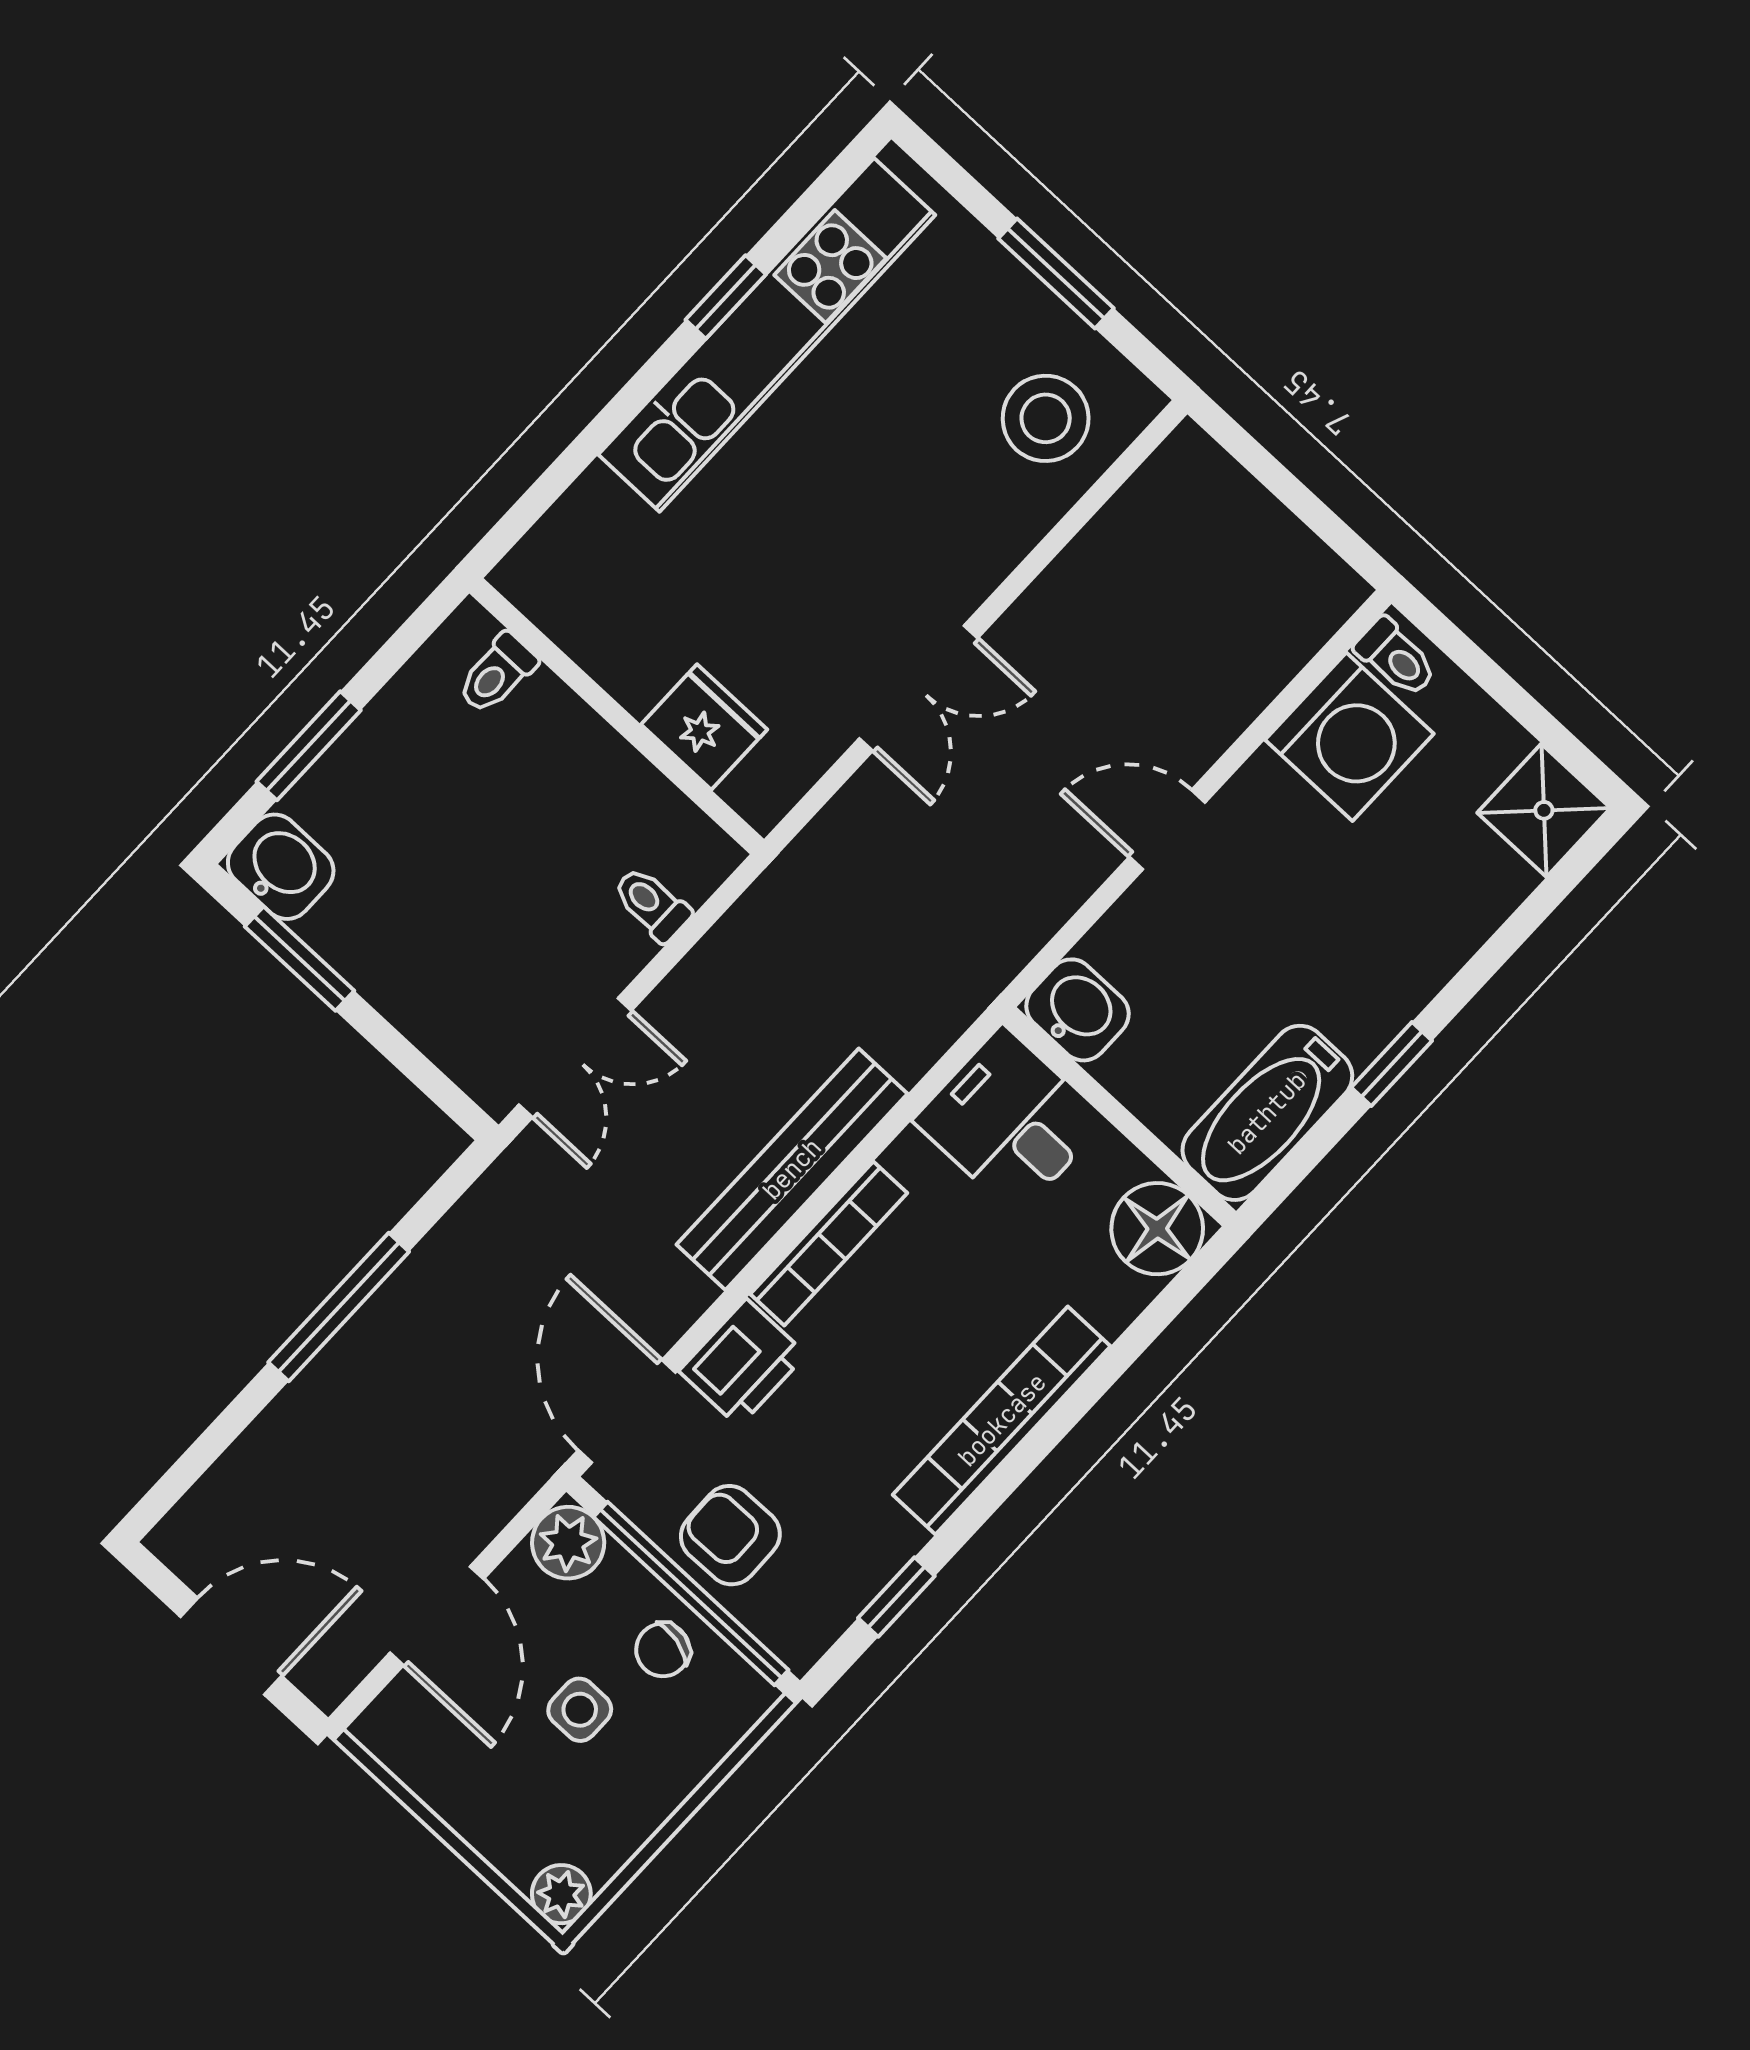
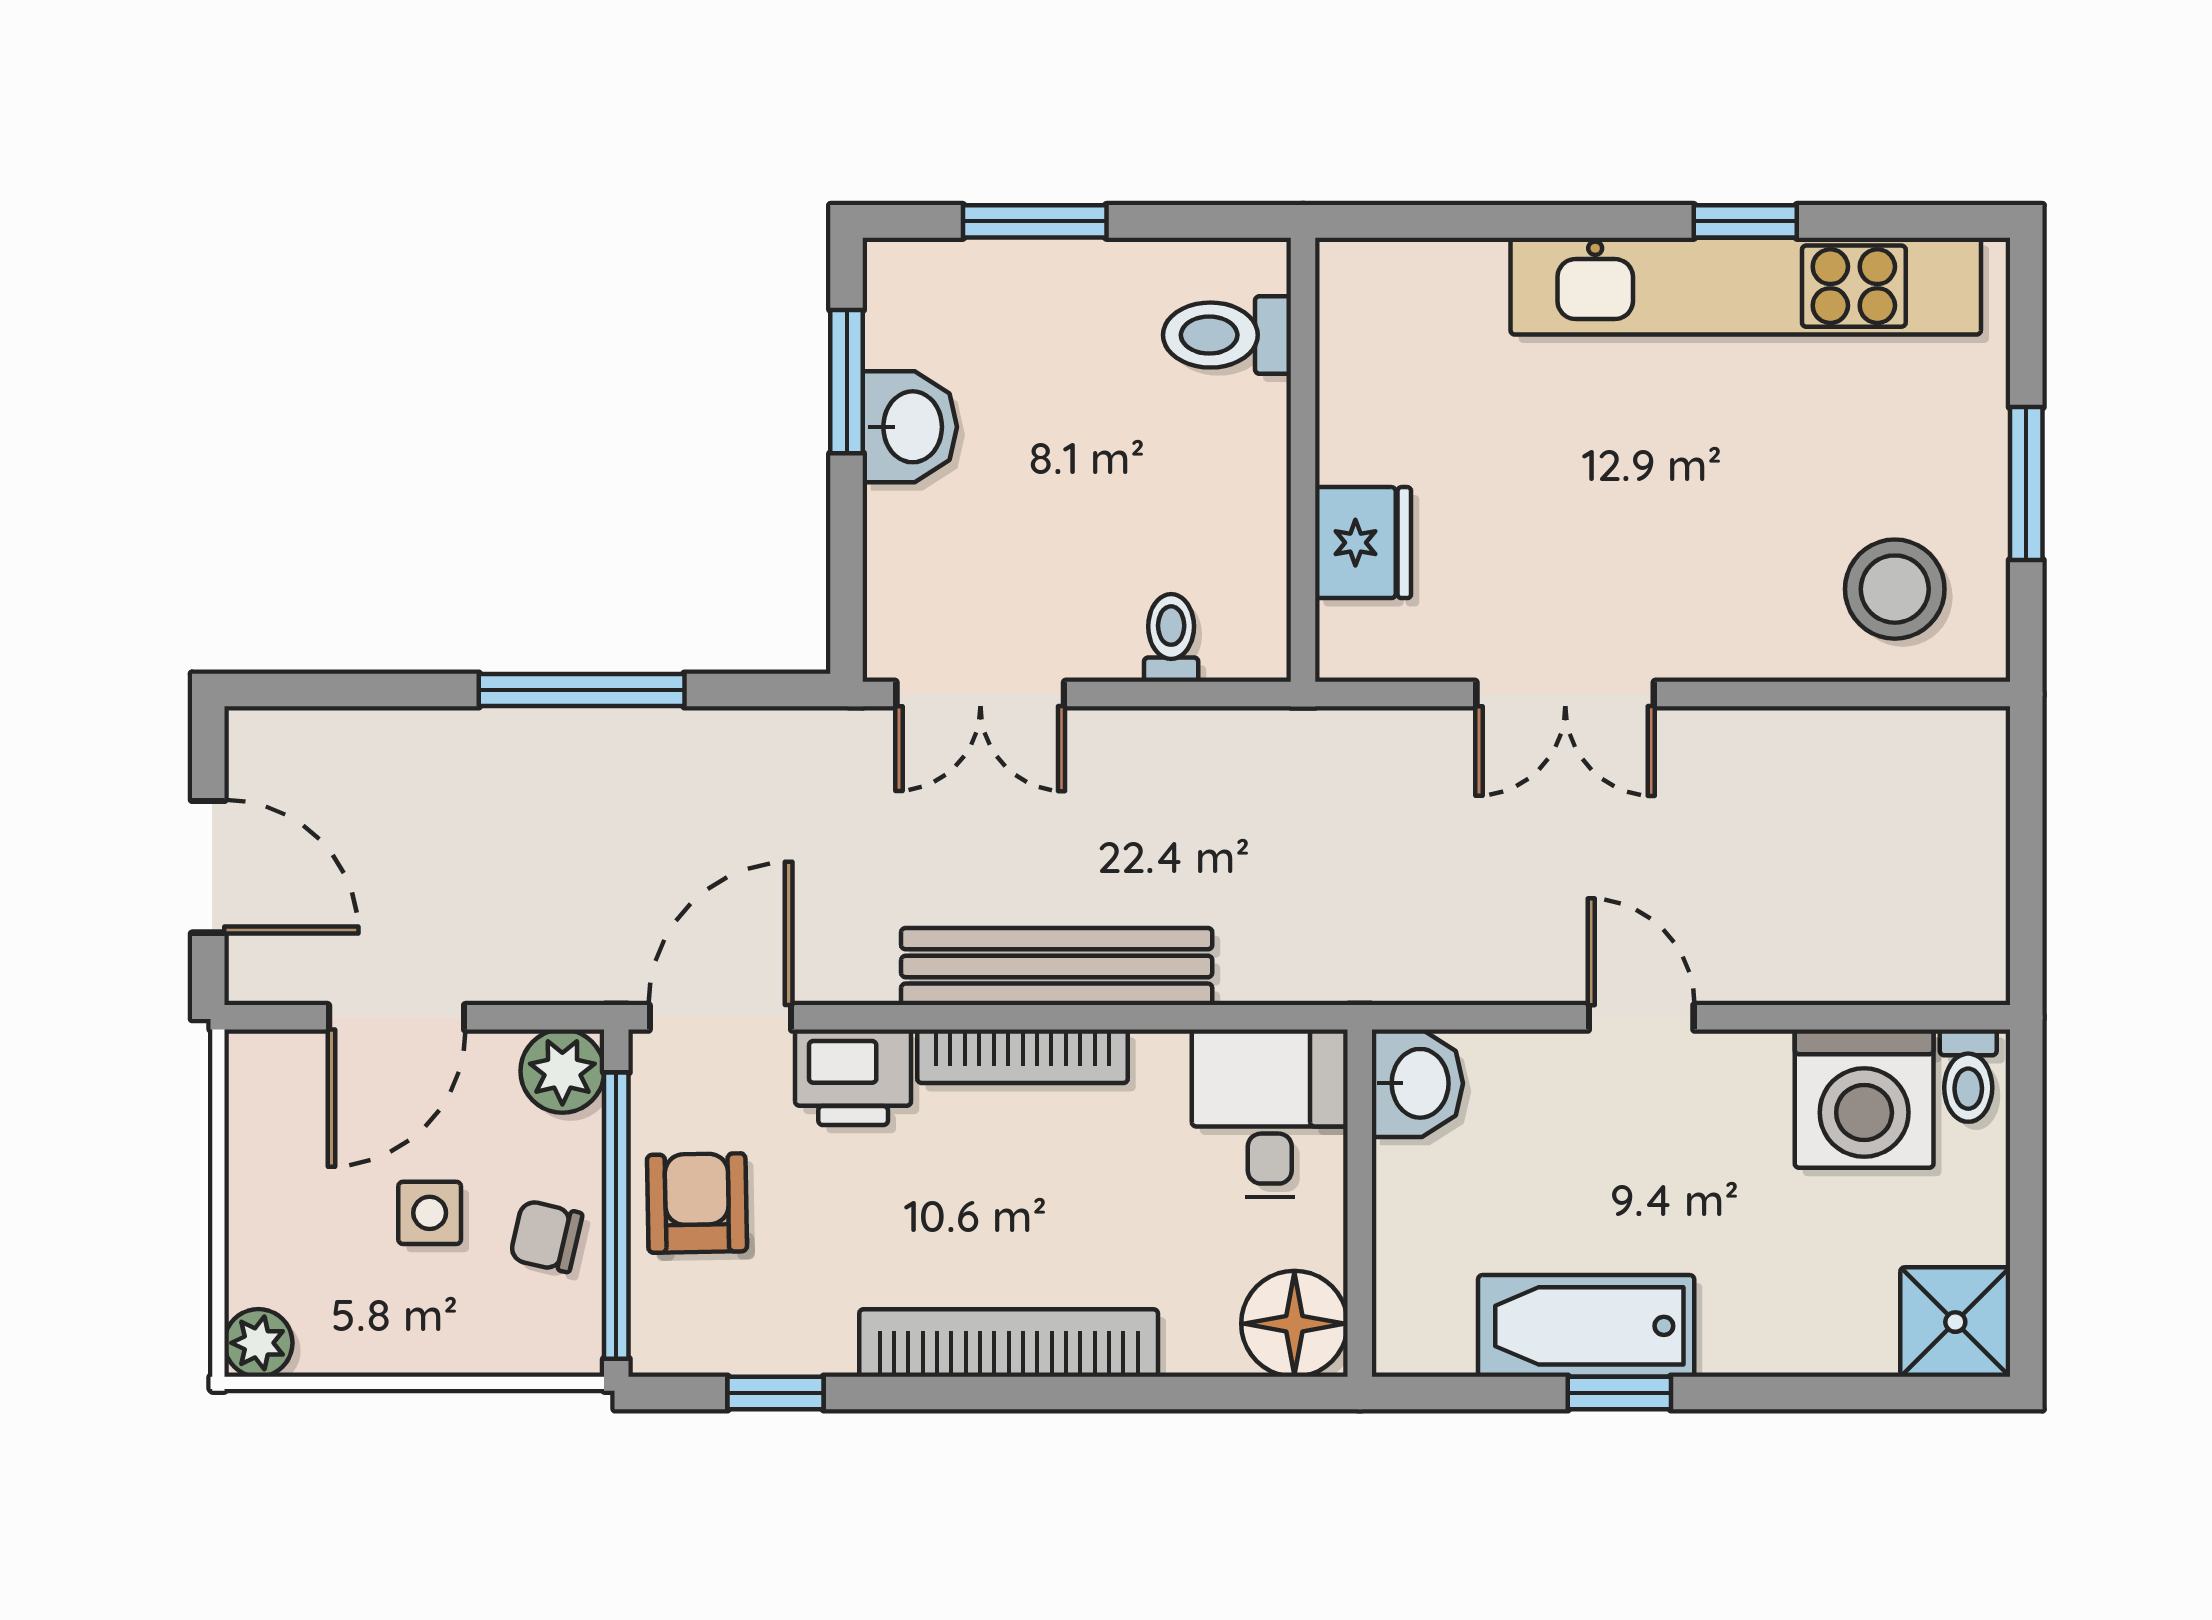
toilet: (497, 674) -> (1227, 335), width x1.37, depth x1.39
washbasin: (281, 867) -> (910, 427), moved
bathtub: (1267, 1113) -> (1586, 1326), moved

